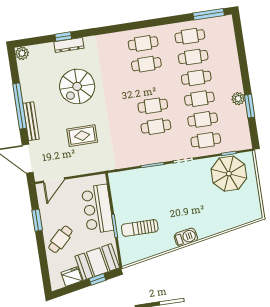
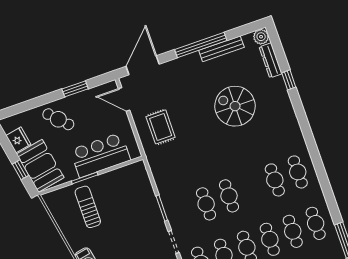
dresser: (69, 45) -> (271, 60), moved
bench: (31, 121) -> (221, 49), moved
rug: (82, 136) -> (161, 127), moved

